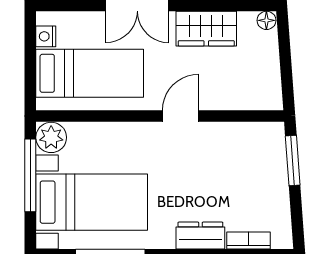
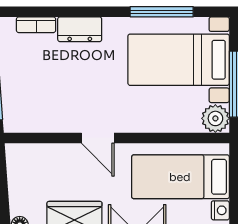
door: (181, 116) -> (98, 138), hinge flipped

